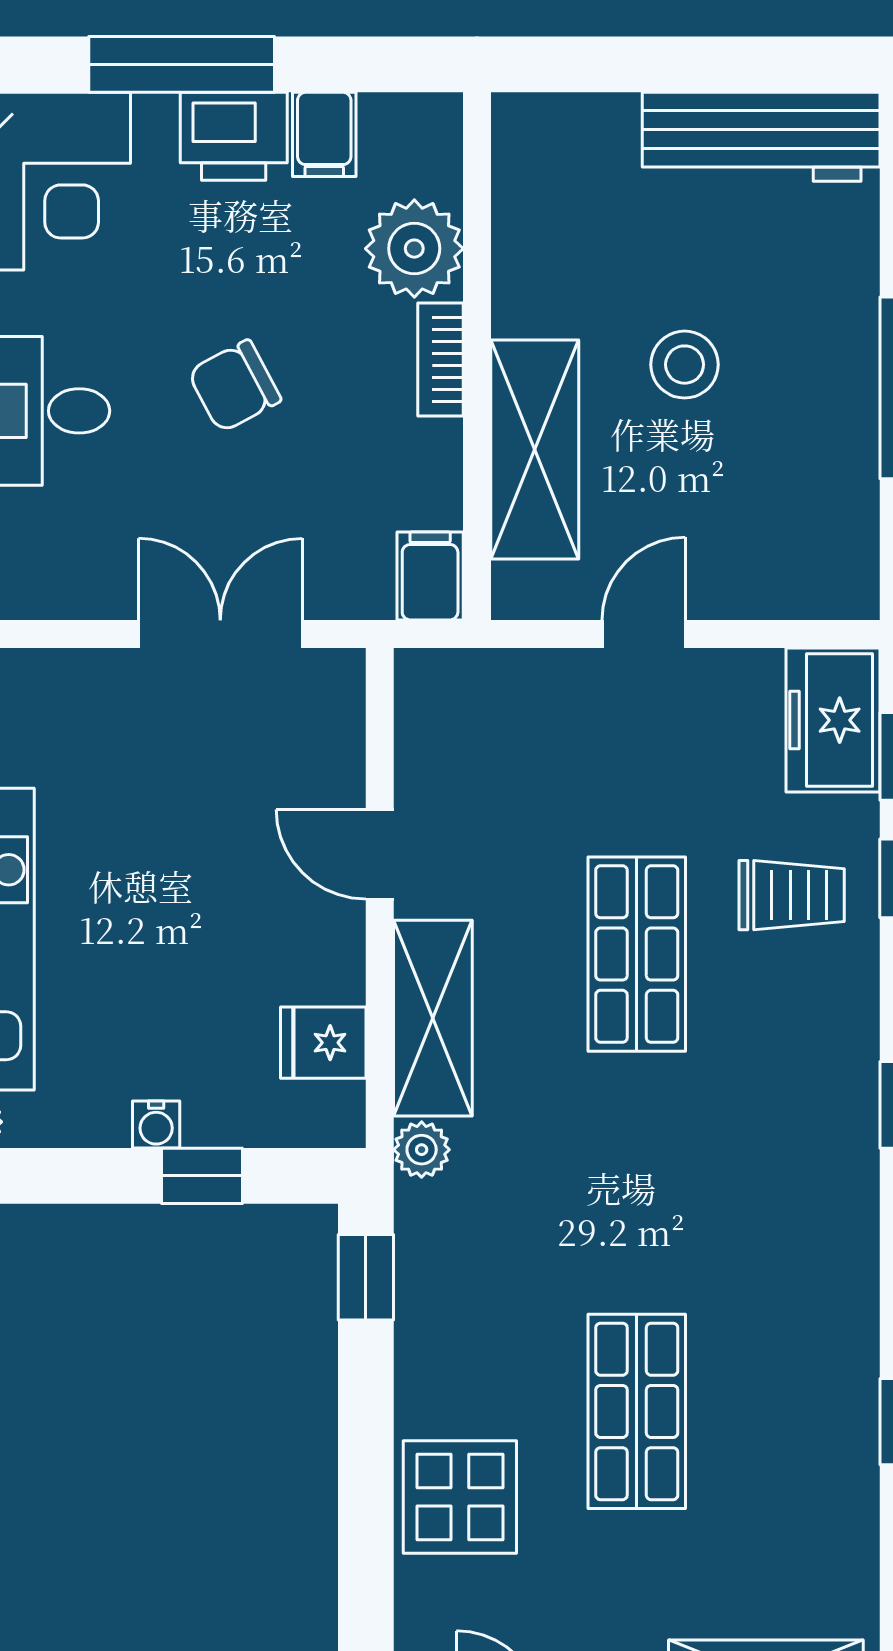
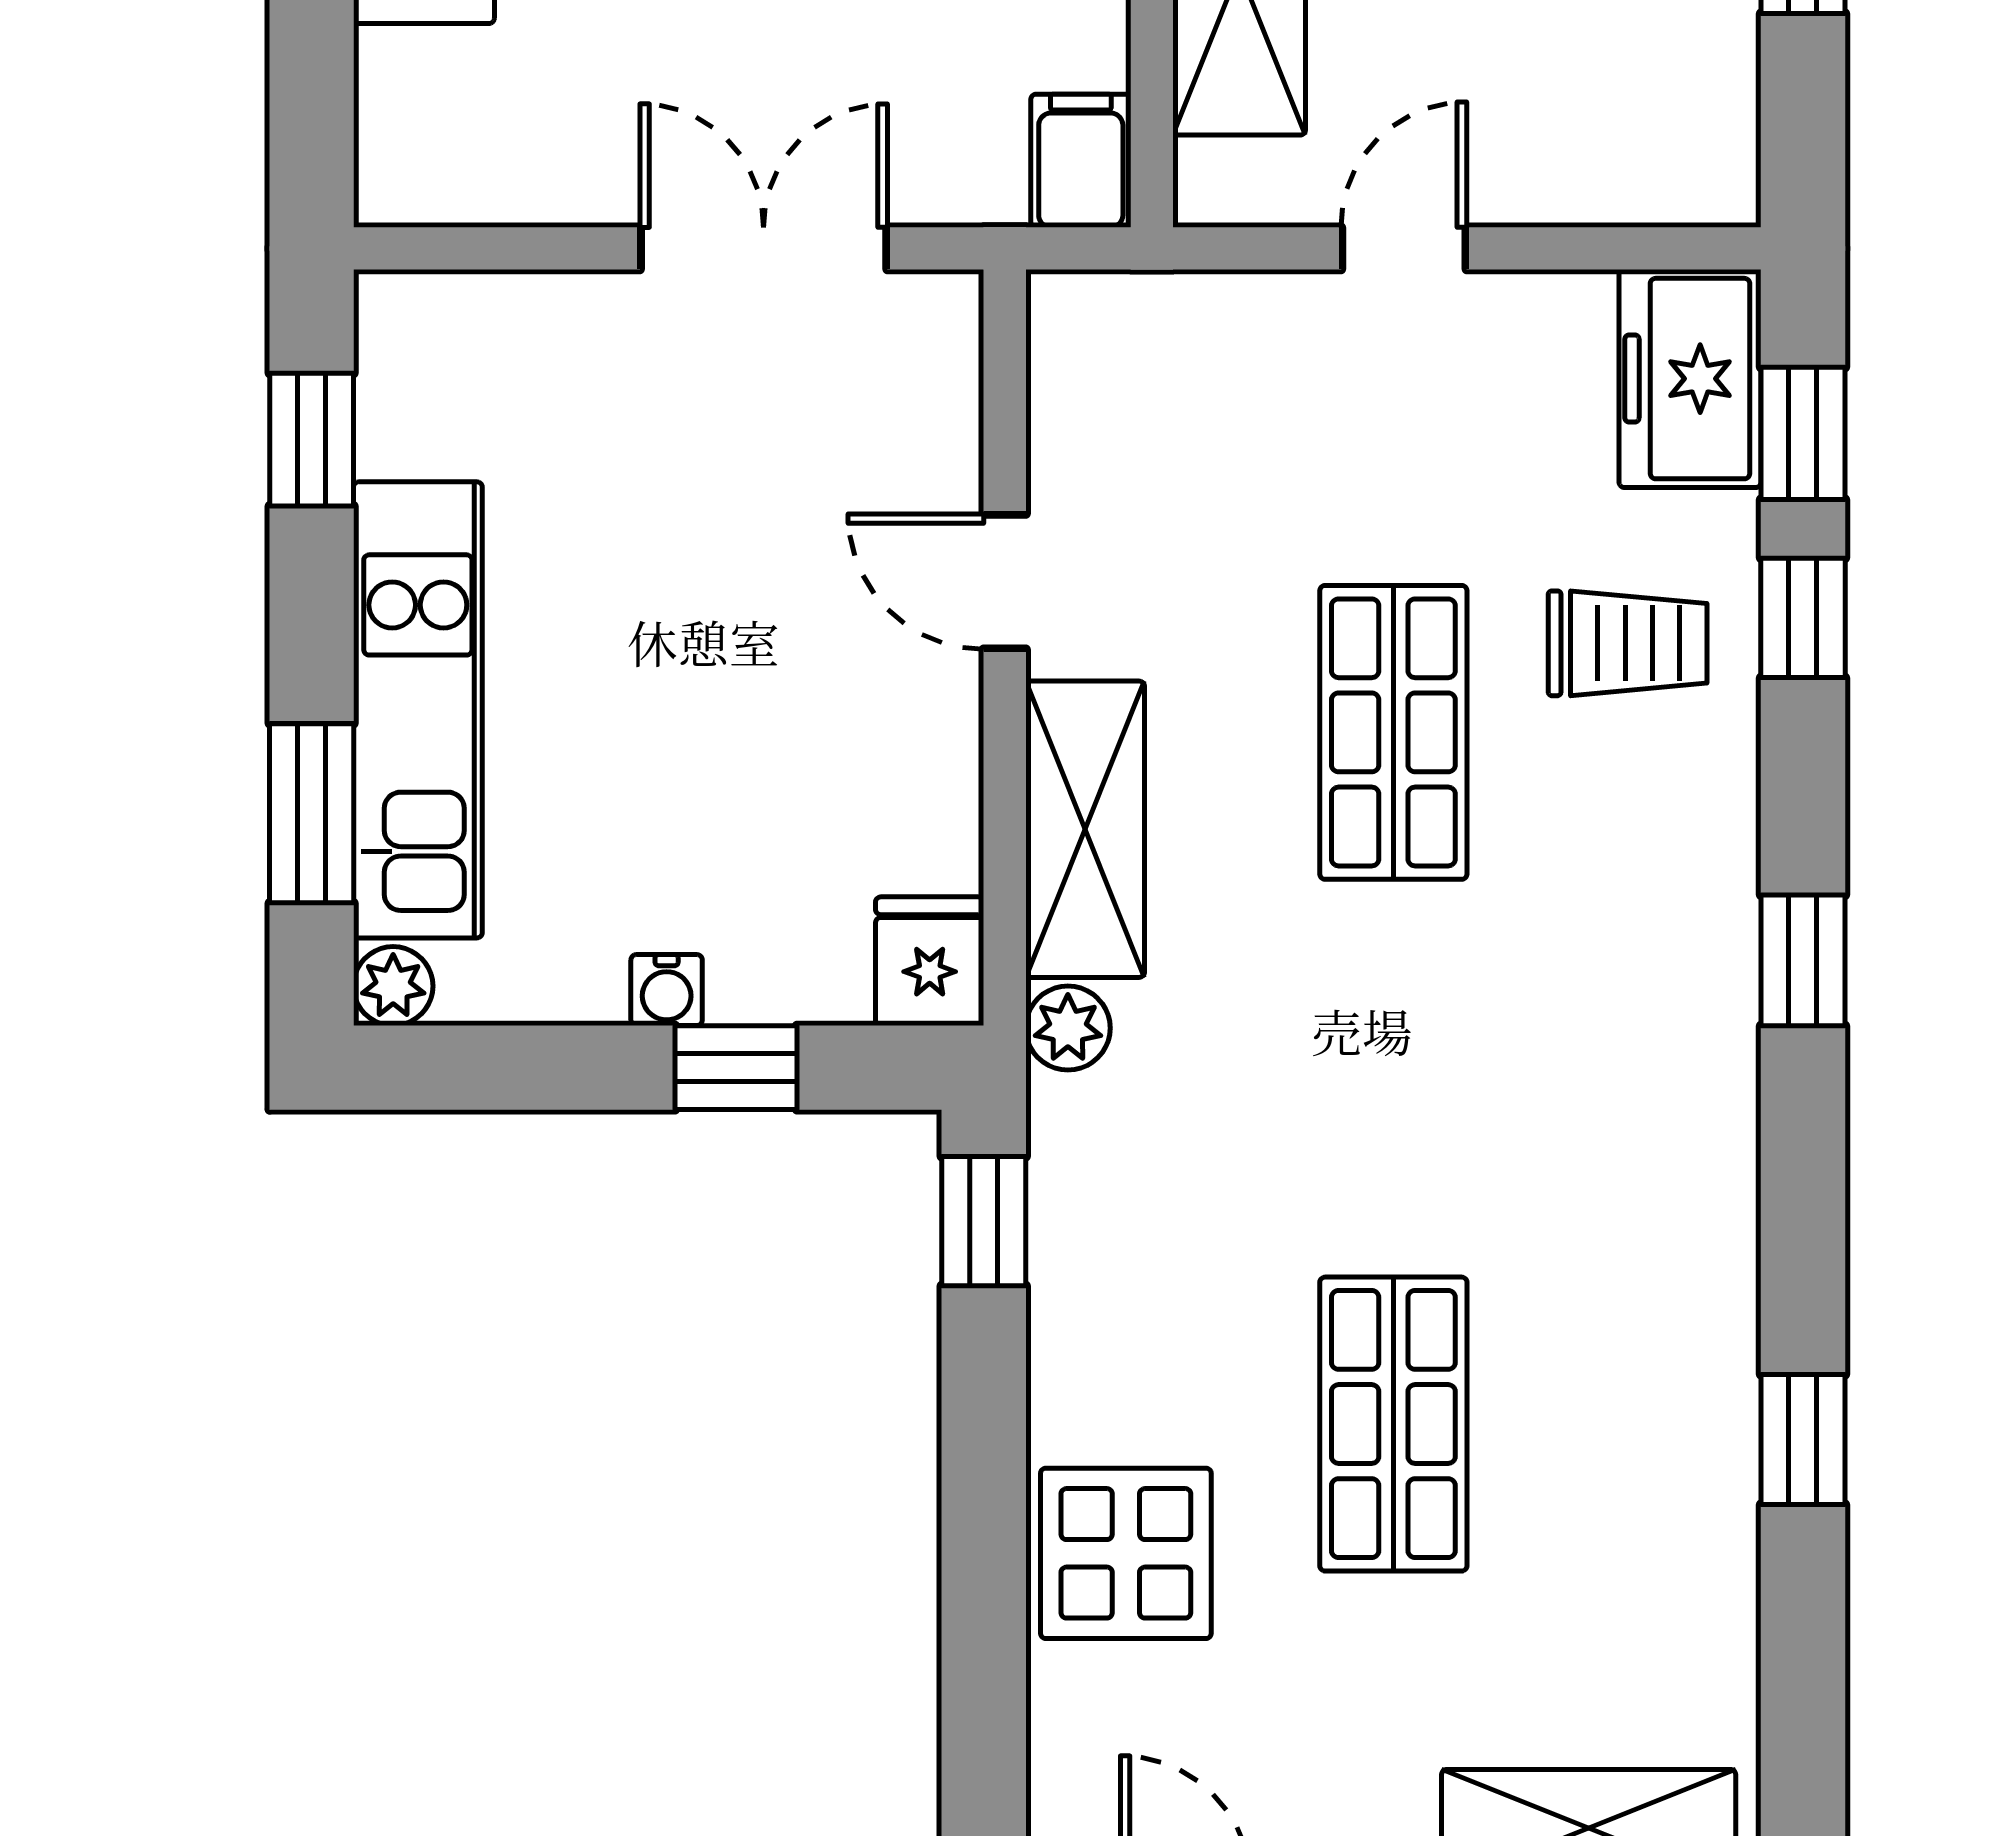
fridge: (323, 1043) -> (930, 961), moved, turned 90

